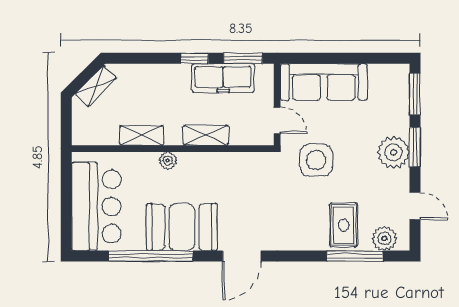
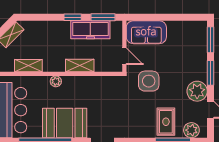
sofa: (324, 82) -> (146, 32), width x0.73
shelving: (142, 135) -> (28, 66), moved
plant: (393, 152) -> (197, 91), moved

